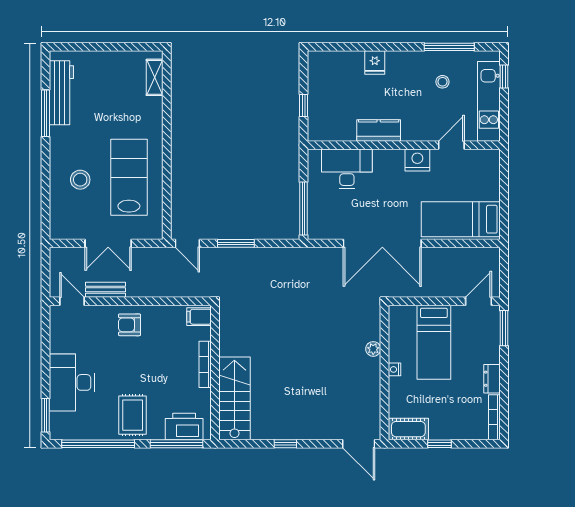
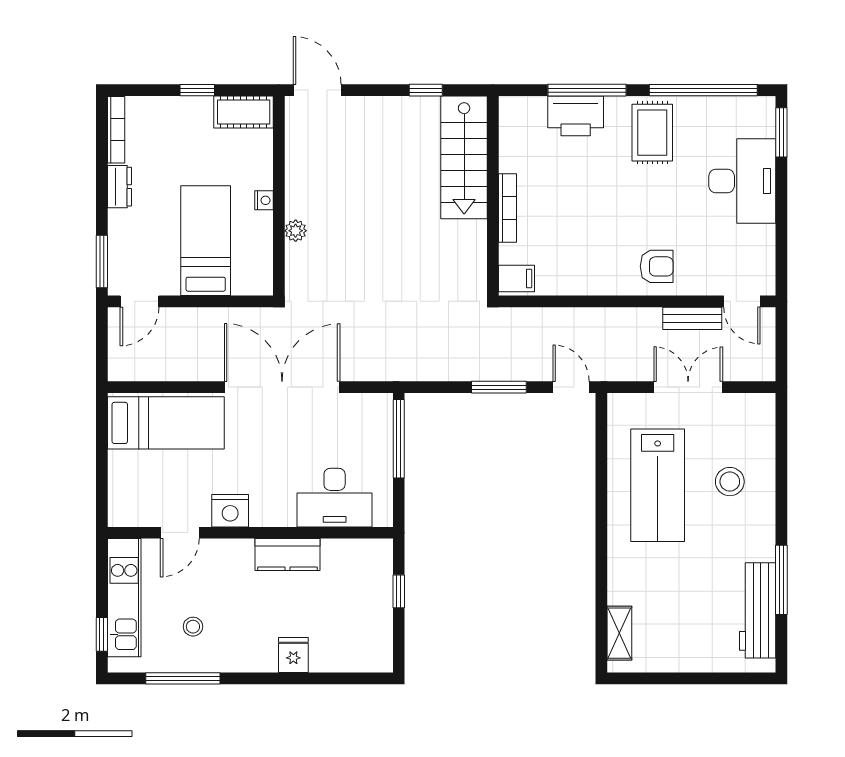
filing cabinet: (199, 317) -> (517, 279), moved
bookcase: (205, 364) -> (507, 208), moved
wall: (215, 372) -> (493, 196), moved
stairs: (234, 398) -> (464, 157), moved

